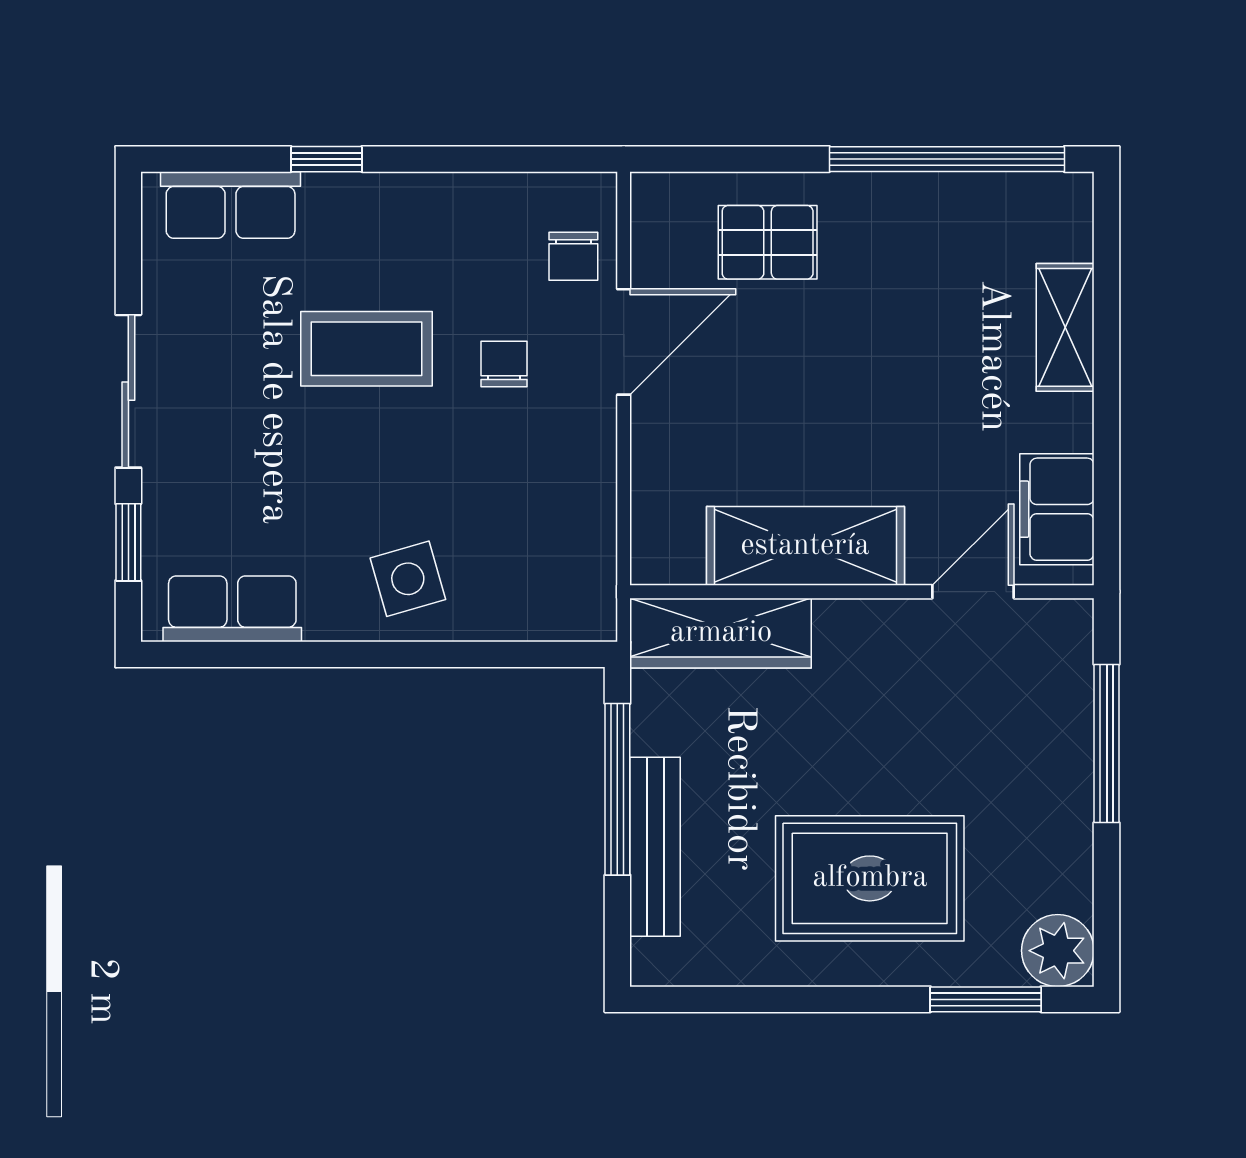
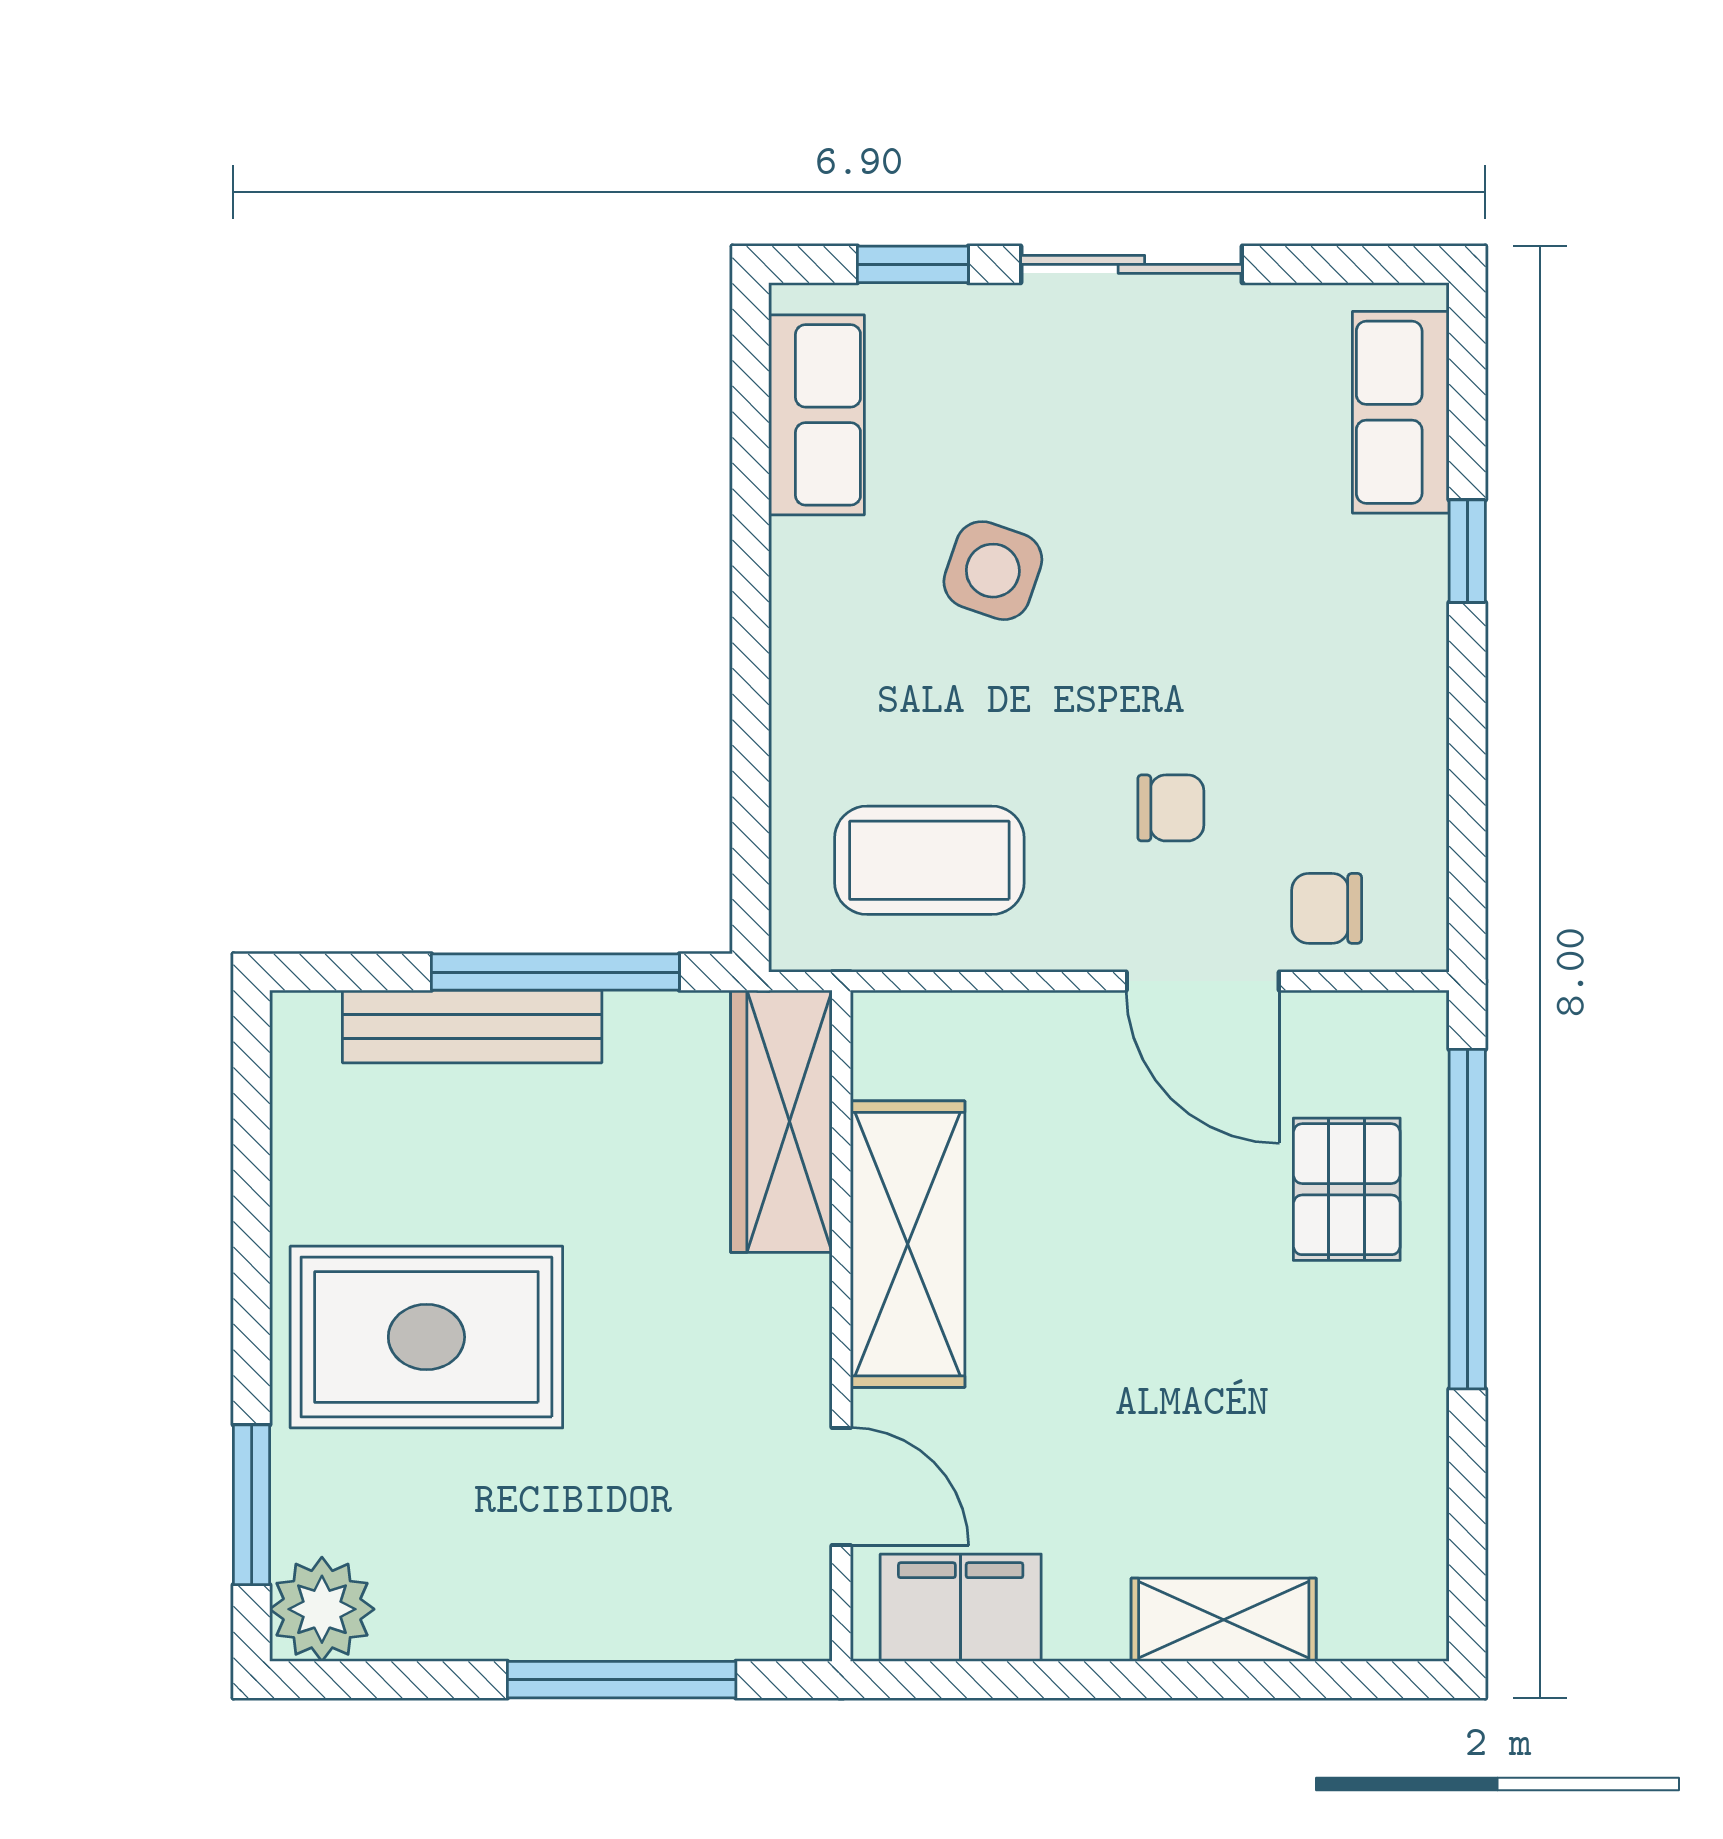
window: (947, 159) -> (1467, 1219), moved
coffee table: (367, 349) -> (929, 860), moved, turned 90
side table: (408, 579) -> (993, 571), moved, turned 35
rug: (870, 878) -> (426, 1337), turned 90

